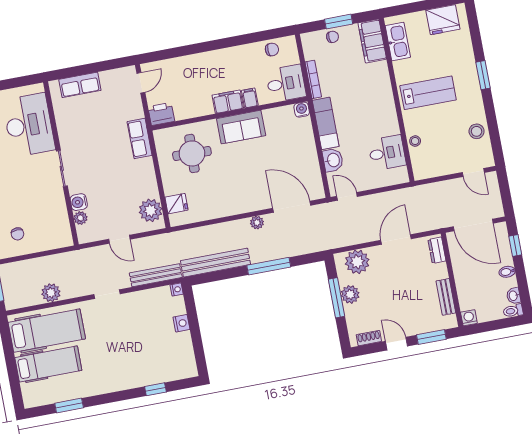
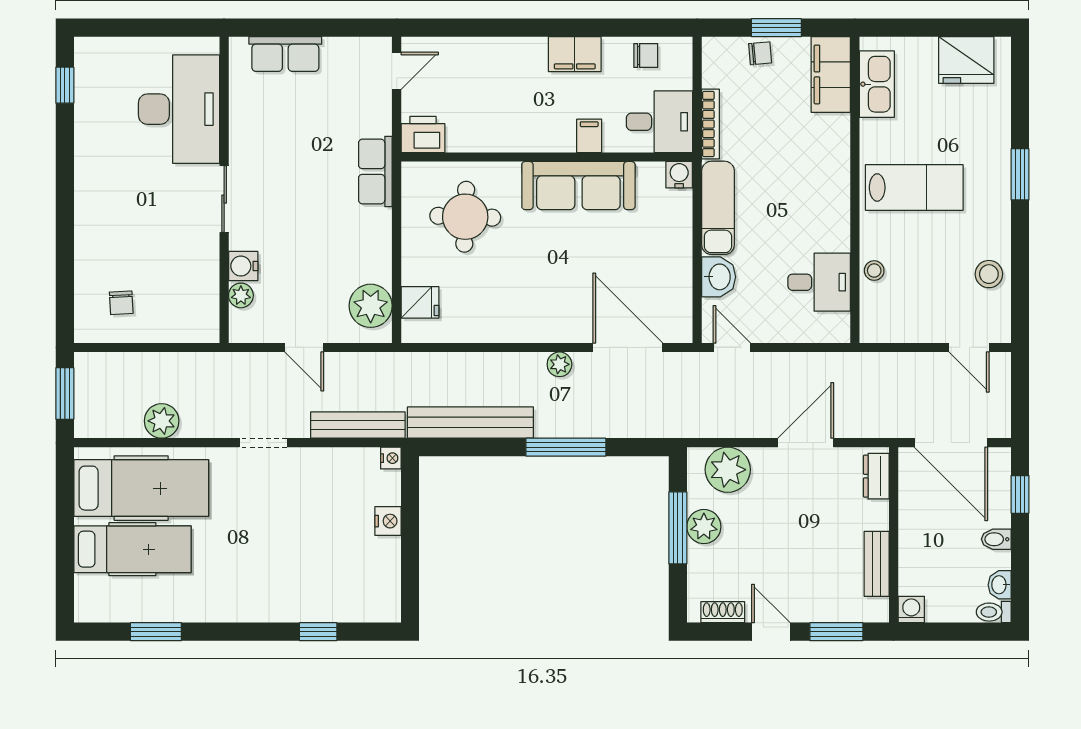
filing cabinet: (228, 102) -> (575, 54), moved, turned 180
sofa: (241, 127) -> (578, 186), width x1.36

